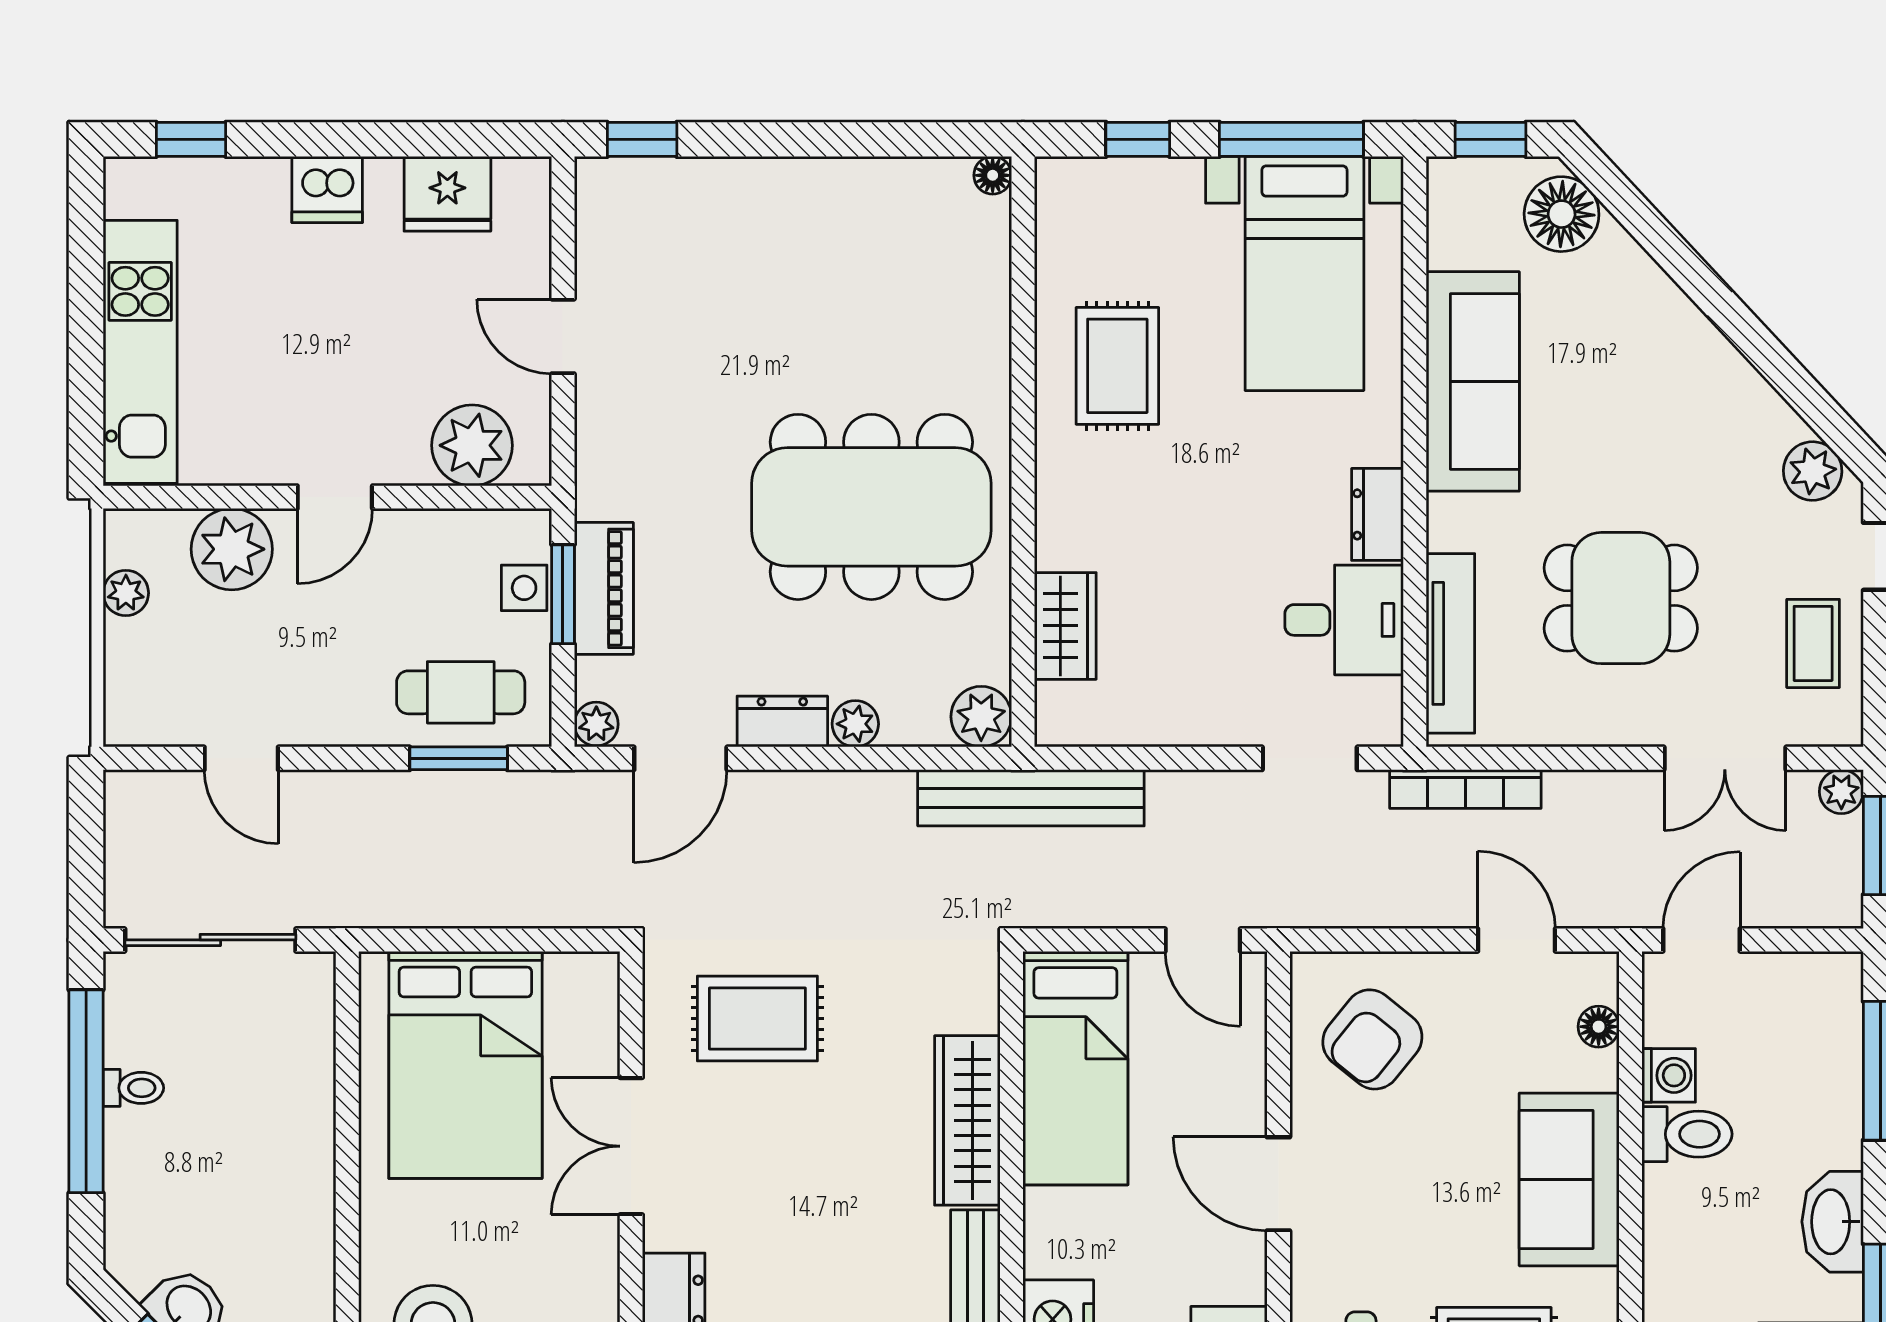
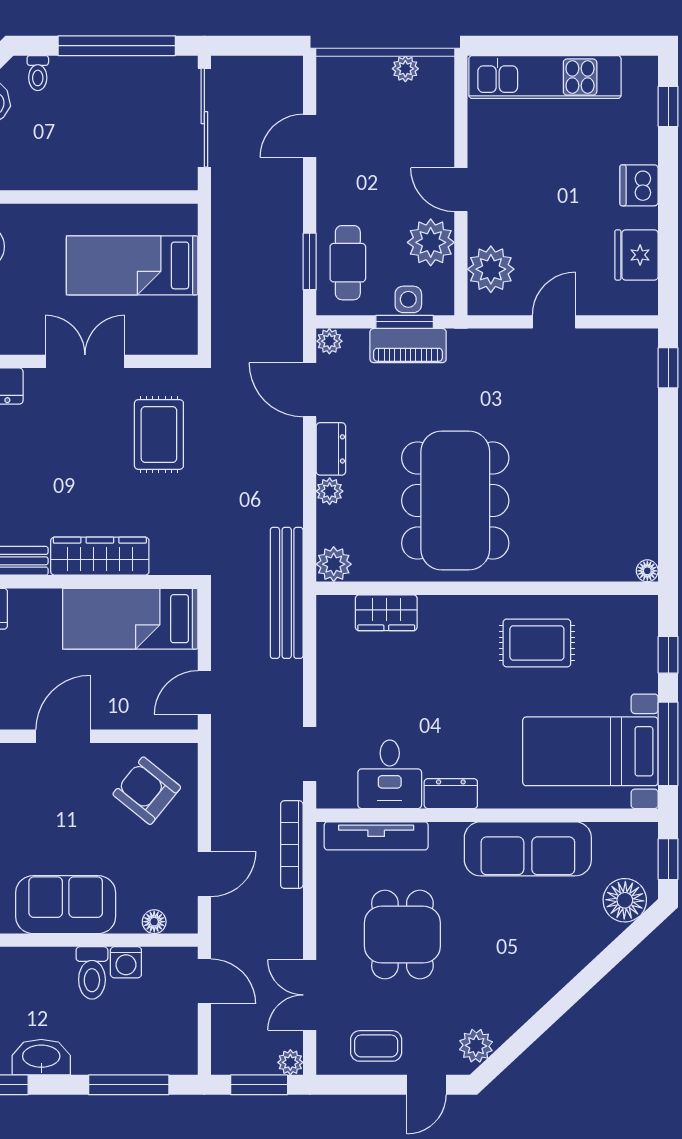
plant: (232, 549) -> (431, 242), moved
bed: (465, 1065) -> (132, 265), width x0.67
toilet: (133, 1088) -> (38, 73), moved

